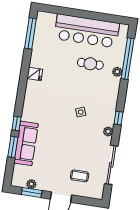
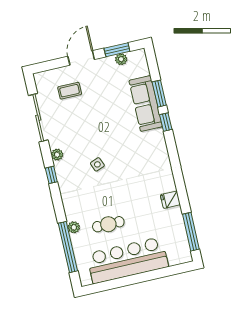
fridge: (35, 74) -> (170, 200), moved

